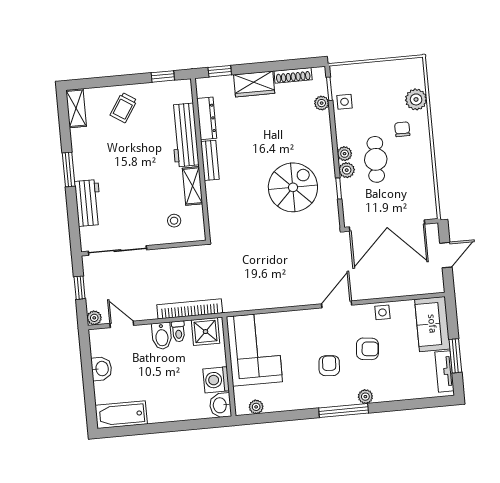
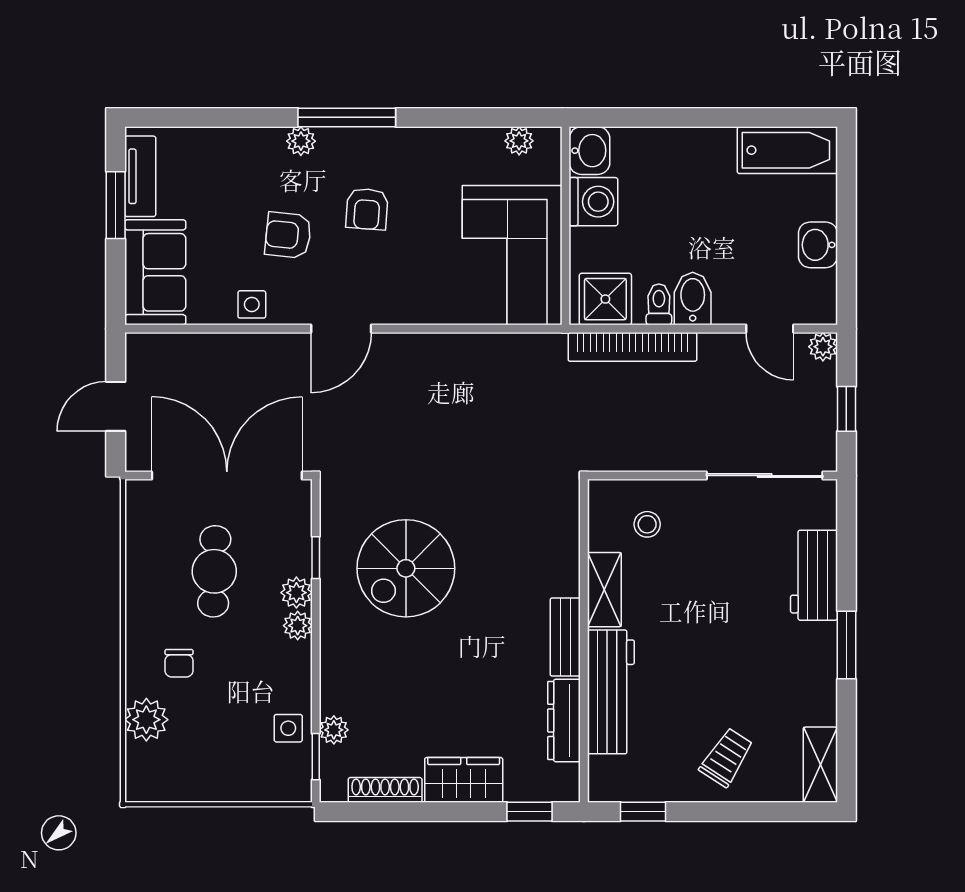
cafe table: (376, 159) -> (214, 571), moved

